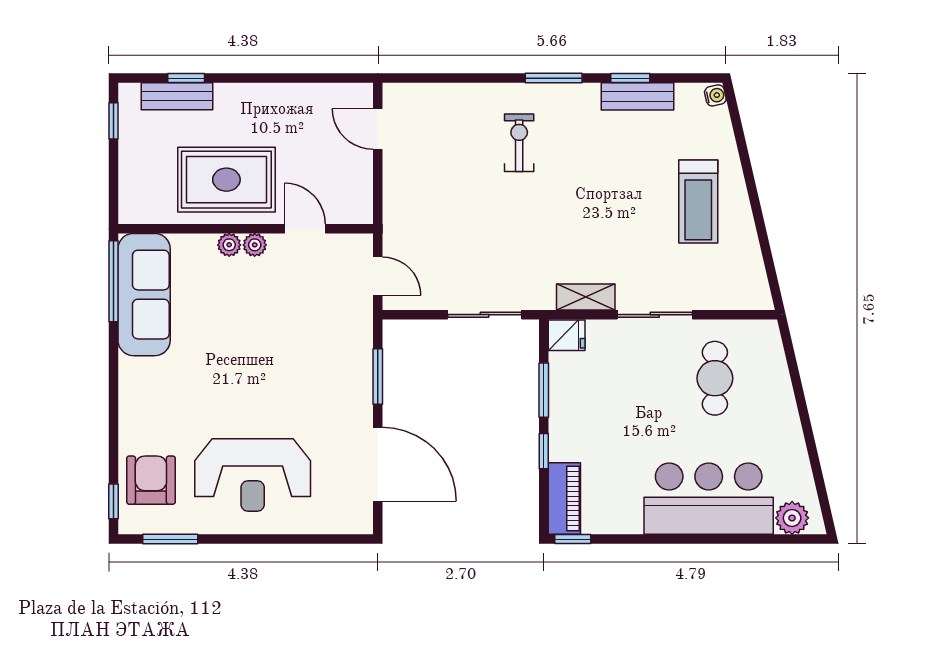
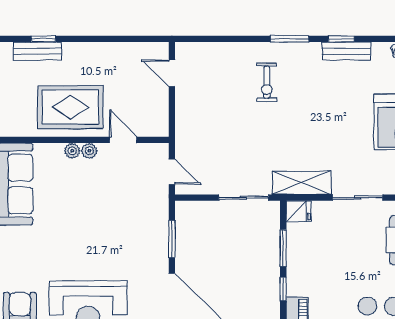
exercise bike: (519, 143) -> (267, 82), turned 180
shelving: (586, 297) -> (302, 183), width x1.50, depth x1.33

